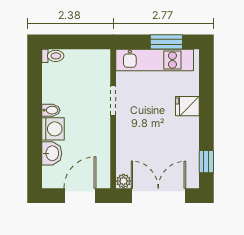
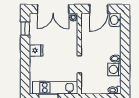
fridge: (187, 106) -> (36, 50), moved
washing machine: (53, 129) -> (114, 69), moved
washbasin: (52, 153) -> (115, 20), moved

